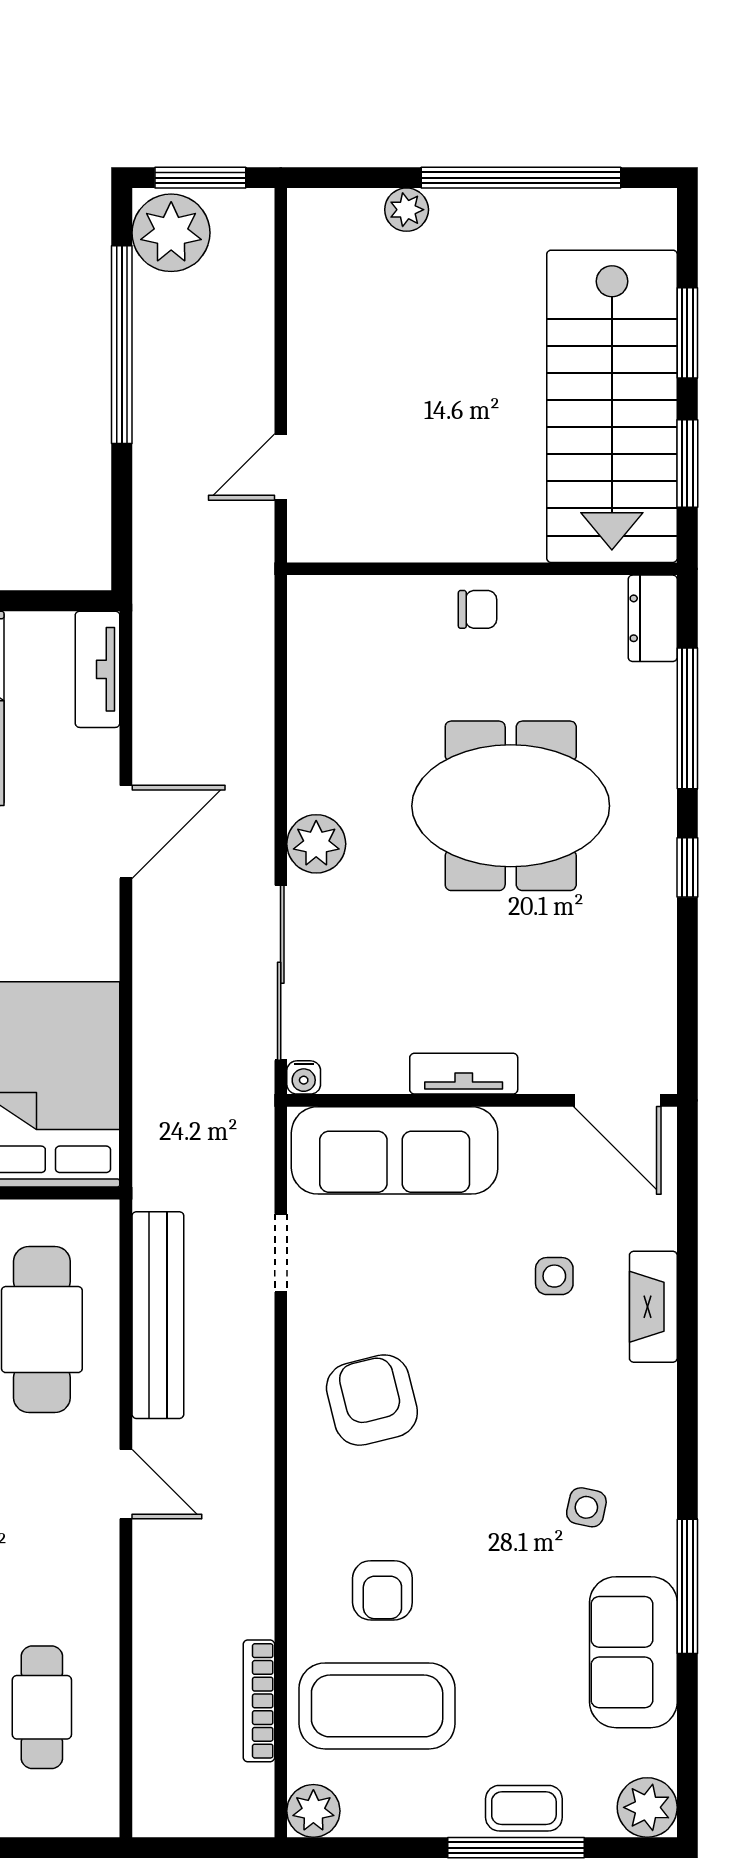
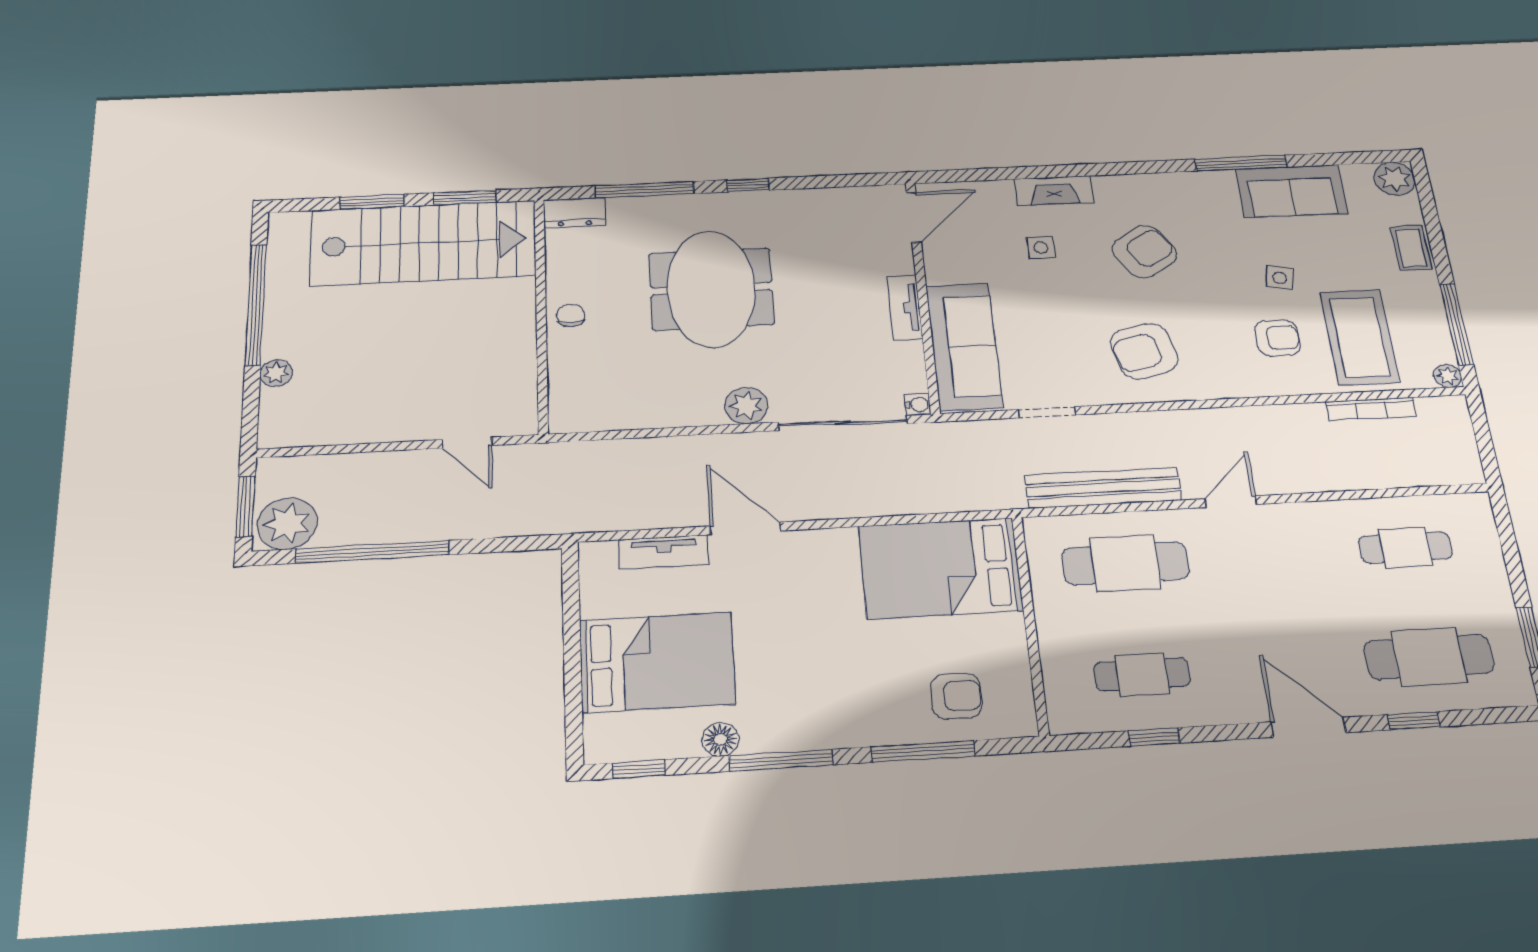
tv unit: (98, 669) -> (664, 552), moved
armchair: (539, 1423) -> (1144, 252), added
side table: (586, 1507) -> (1280, 278), moved
plant: (313, 1811) -> (1448, 376), width x0.73, depth x0.73
window: (516, 1848) -> (1456, 324), moved

